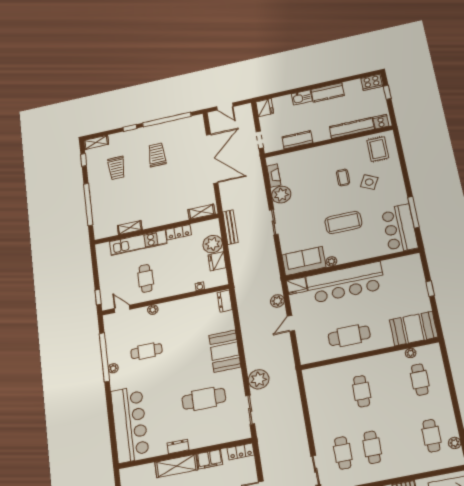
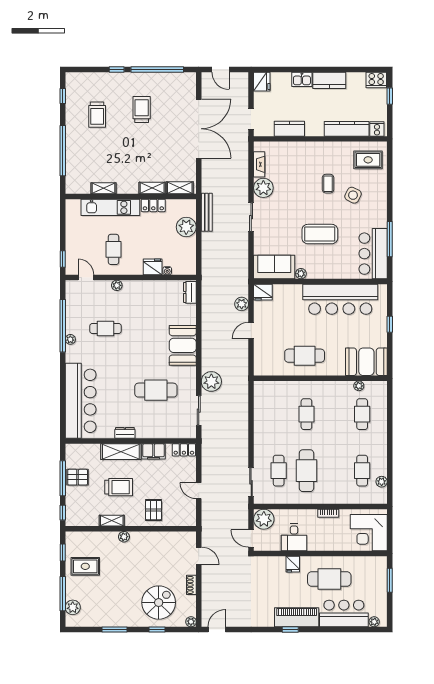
shelving: (96, 142) -> (152, 188), moved
rug: (378, 149) -> (368, 160), turned 90
fridge: (217, 261) -> (153, 267), moved, turned 90
bar counter: (345, 282) -> (340, 299), moved
cafe table: (372, 447) -> (306, 471), width x1.37, depth x1.35

